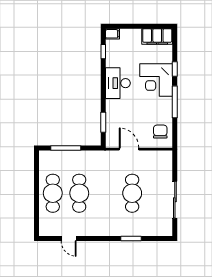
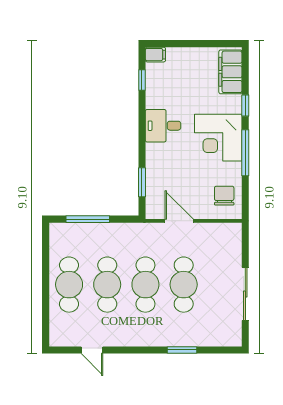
filing cabinet: (157, 37) -> (230, 72), moved, turned 90
corner desk: (156, 80) -> (218, 138), moved
desk: (118, 83) -> (163, 126), width x0.73
cafe table: (106, 193) -> (145, 285), added

